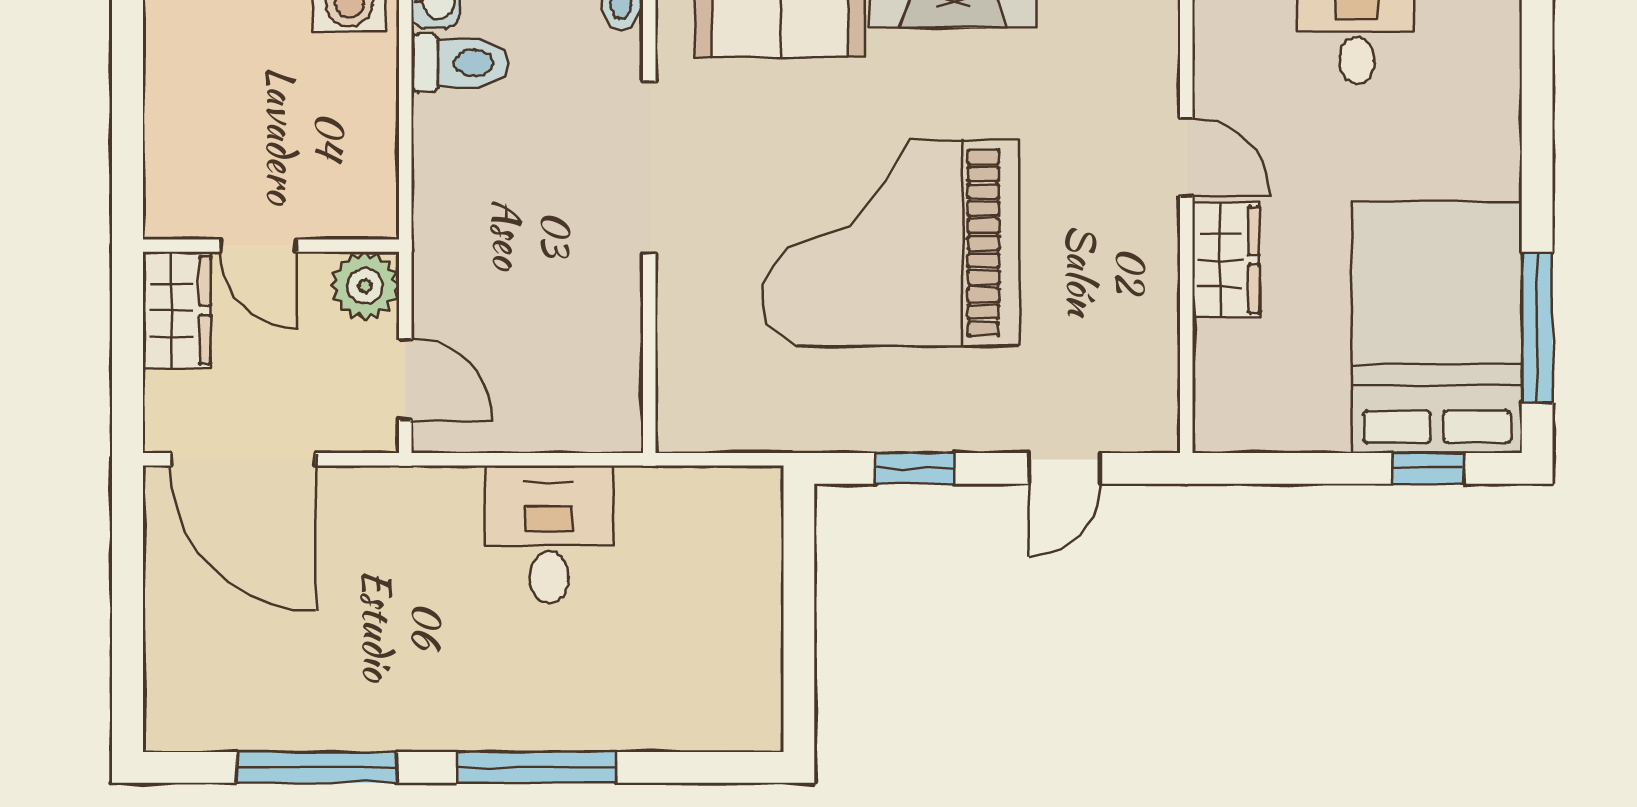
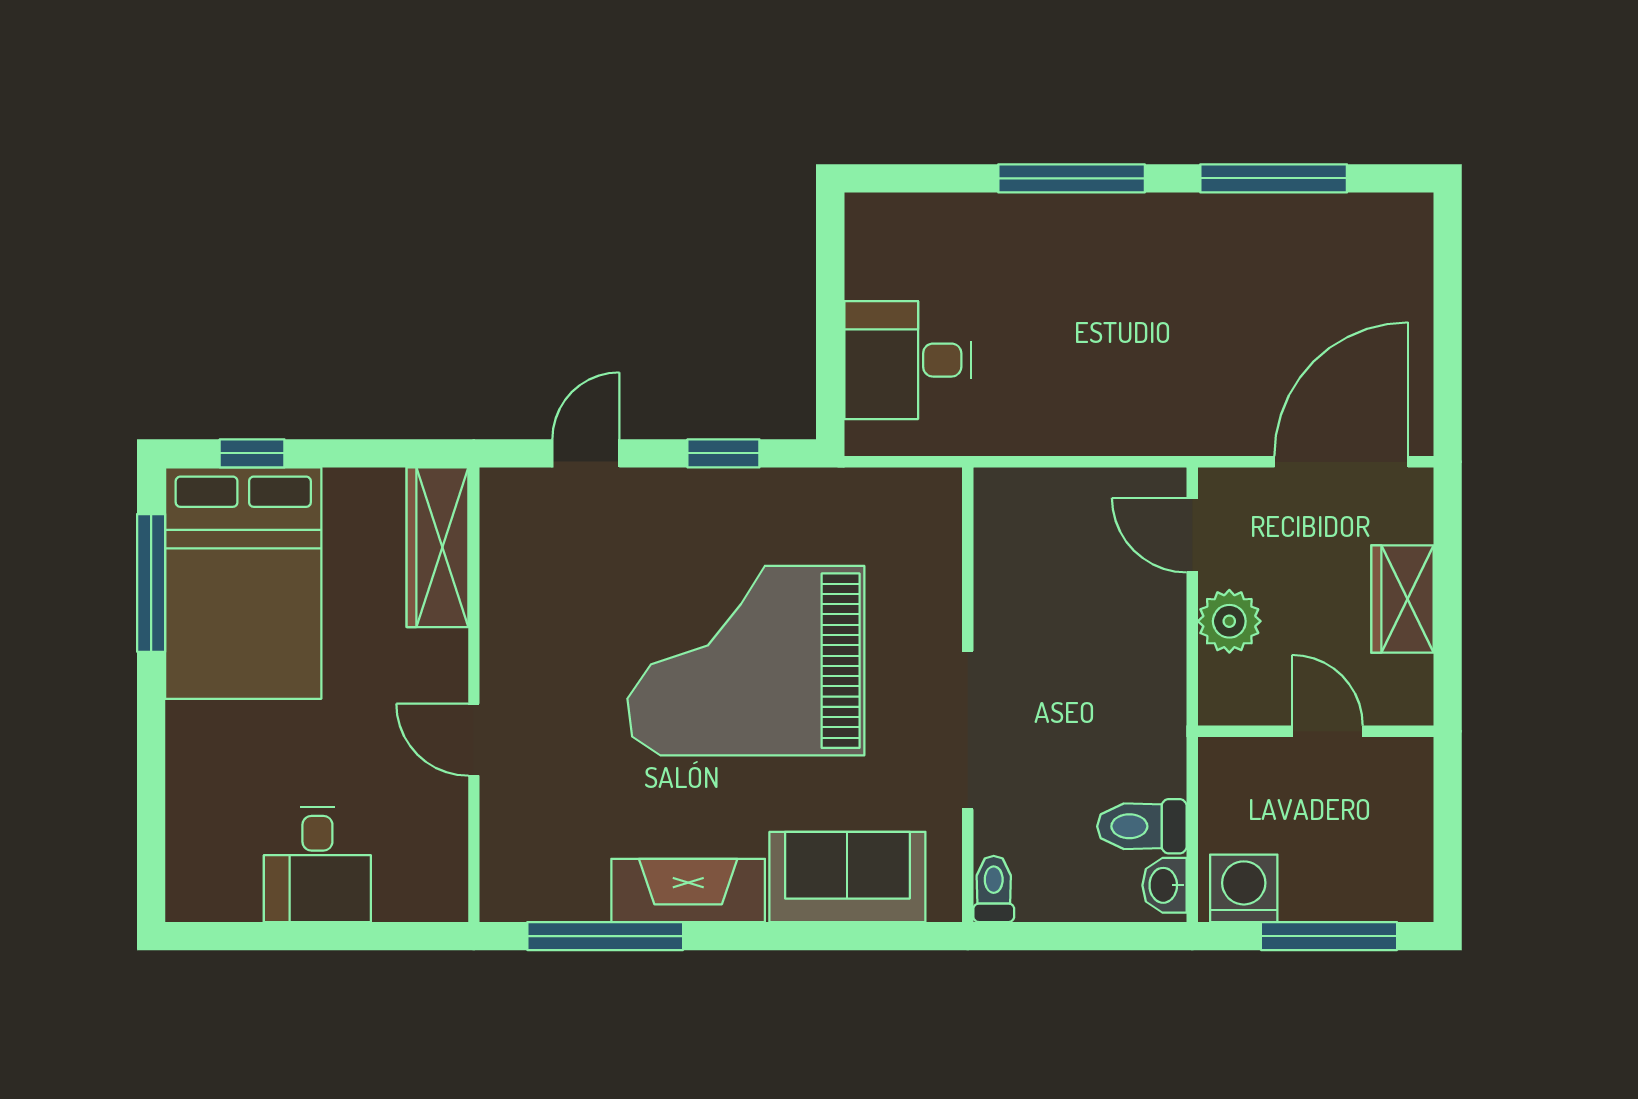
grand piano: (891, 243) -> (746, 661), turned 180
door: (258, 246) -> (1327, 731), moved
wall: (271, 246) -> (1316, 731), moved
wardrobe: (1226, 260) -> (437, 547), moved, width x1.50
door: (243, 459) -> (1341, 462), hinge flipped
desk: (549, 534) -> (908, 360), moved, turned 90

